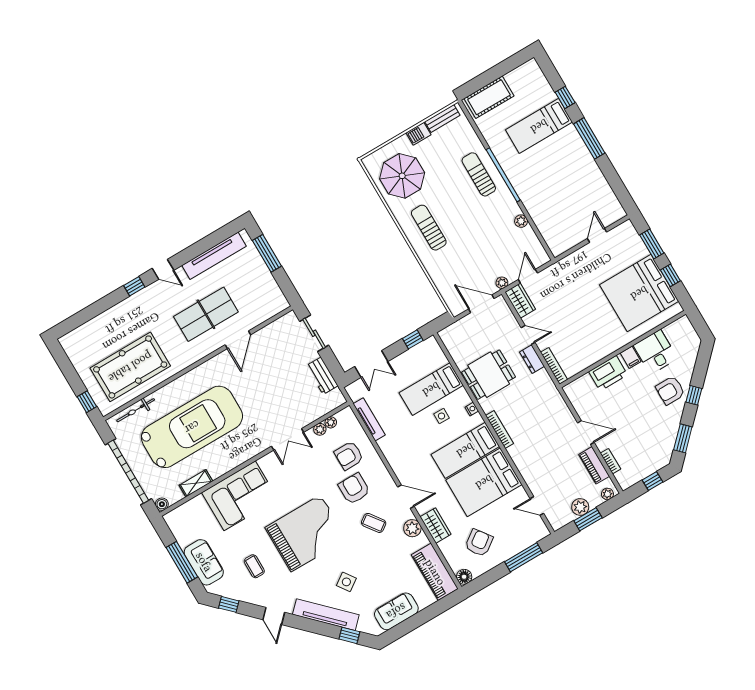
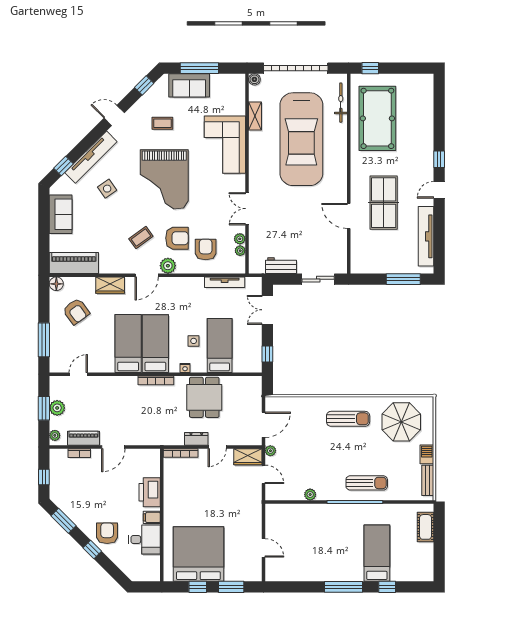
cot: (489, 97) -> (426, 527), width x0.73, depth x0.75
bed: (484, 482) -> (128, 343), width x0.67
plant: (412, 528) -> (168, 266), moved

